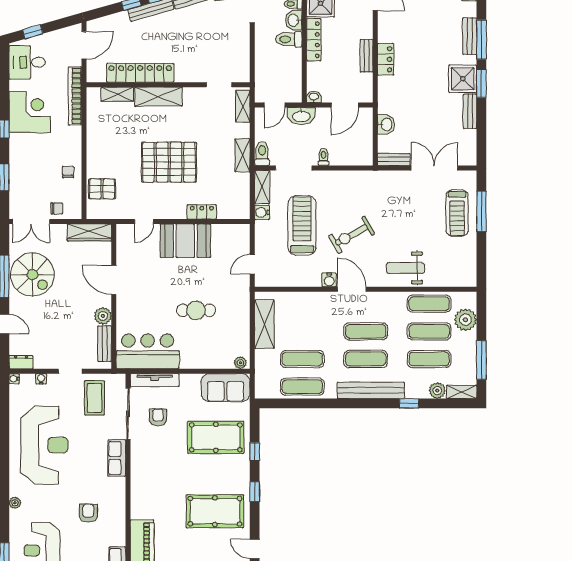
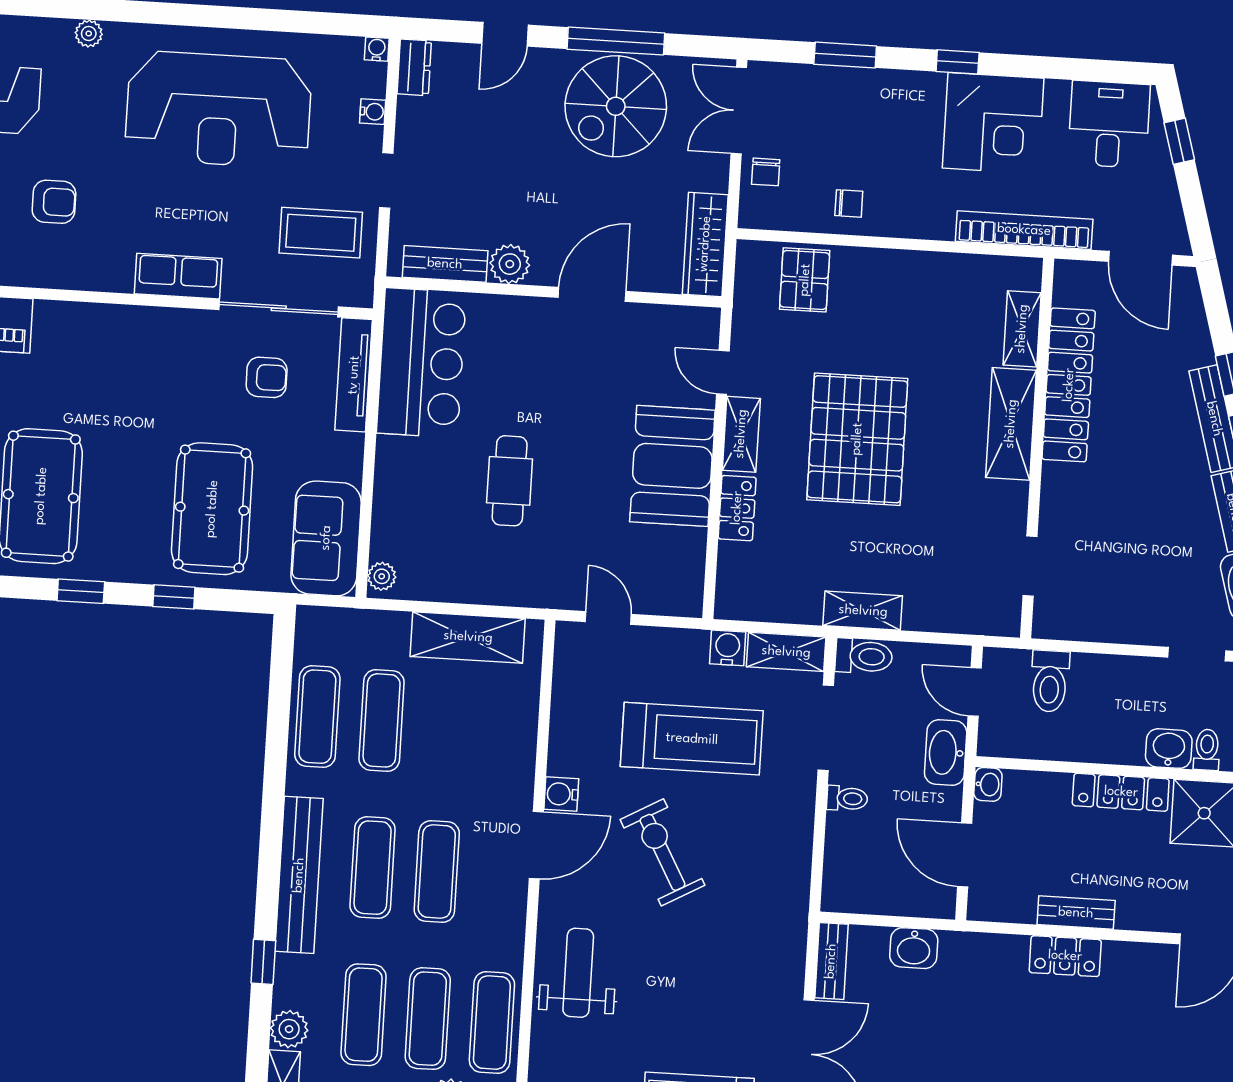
toilet: (289, 39) -> (1050, 681), moved, turned 180
shelving: (243, 106) -> (741, 434), moved, turned 90

